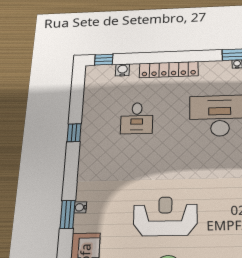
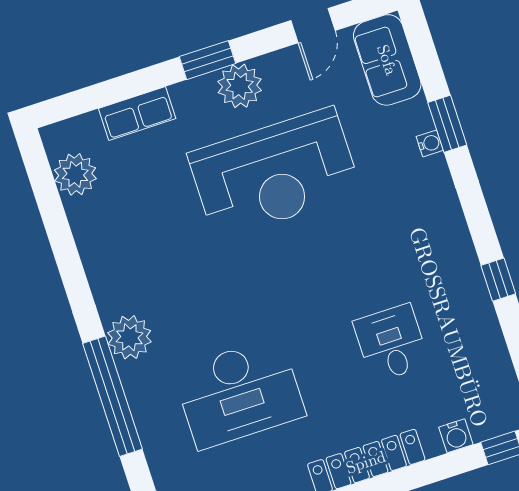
reception desk: (165, 216) -> (275, 173), width x1.36, depth x1.30

